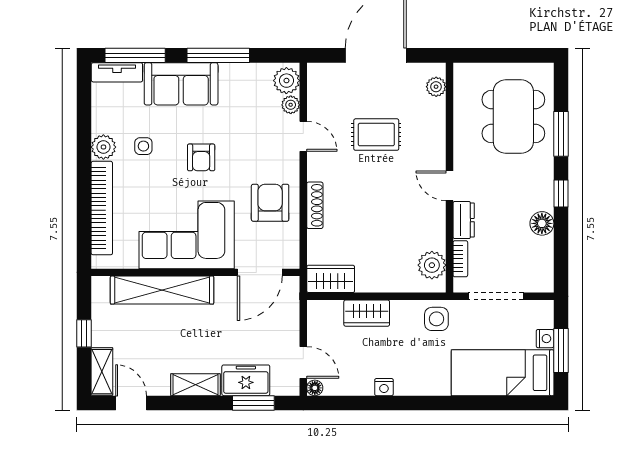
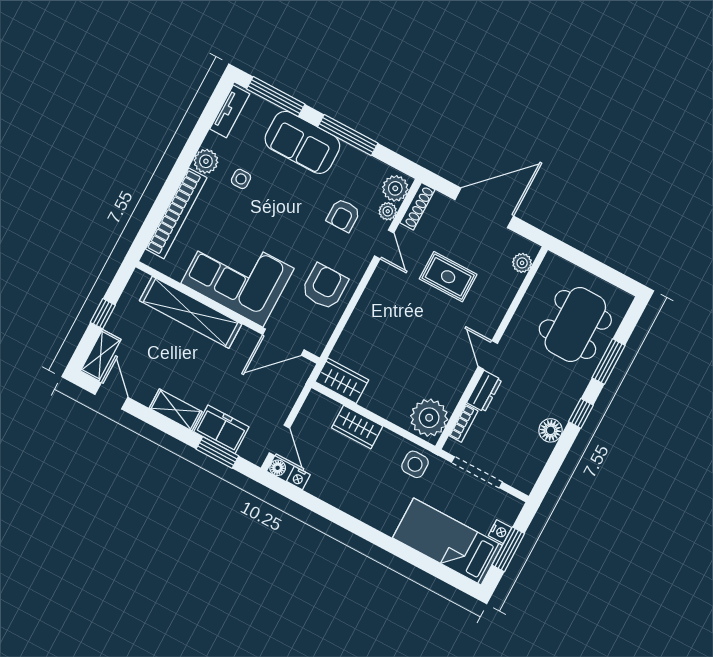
tv unit: (117, 72) -> (230, 111), moved, turned -90
armchair: (201, 157) -> (343, 215), moved
shoe rack: (315, 205) -> (417, 206), moved
plant: (432, 265) -> (429, 418), width x1.36, depth x1.36
nightstand: (384, 387) -> (298, 478), moved

